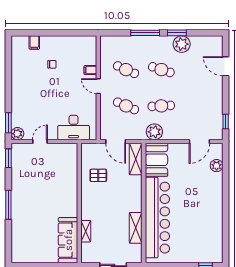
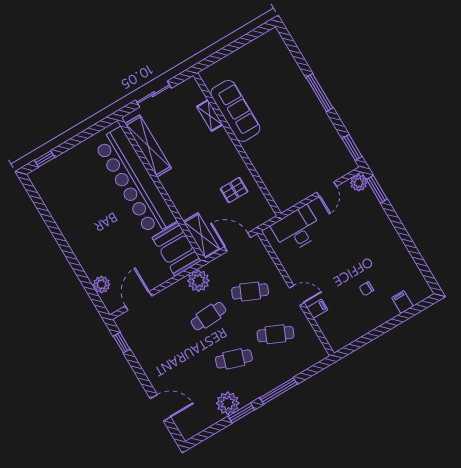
shelving: (136, 228) -> (148, 146), width x1.47
sofa: (68, 240) -> (235, 111), moved

